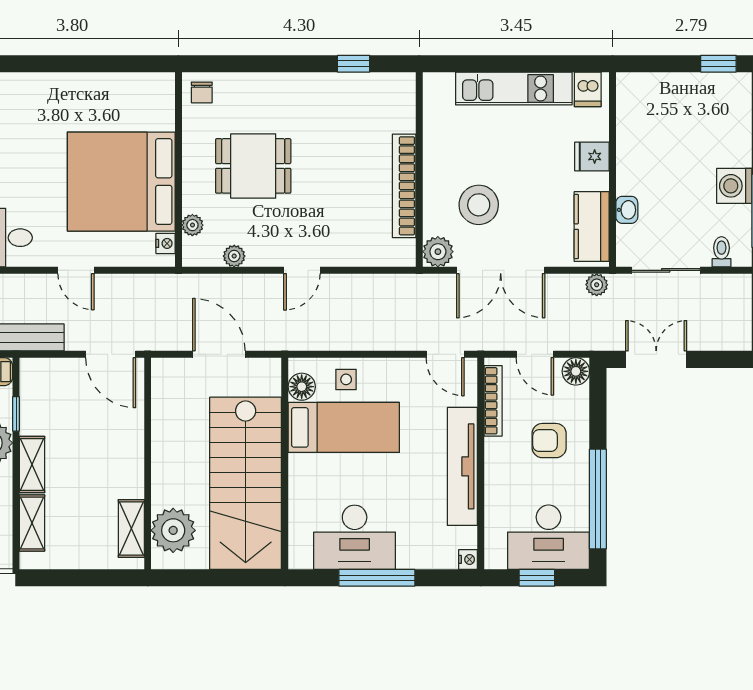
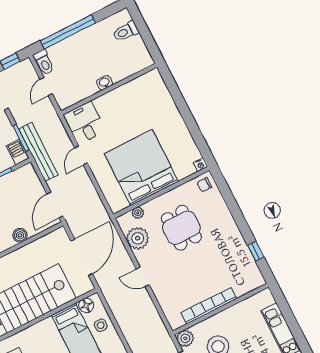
nightstand: (166, 243) -> (200, 165), moved
plant: (234, 256) -> (138, 238), width x1.88, depth x1.88
door: (76, 270) -> (81, 155), moved
door: (219, 354) -> (82, 257), width x1.36
boiler: (131, 437) -> (20, 235), added

